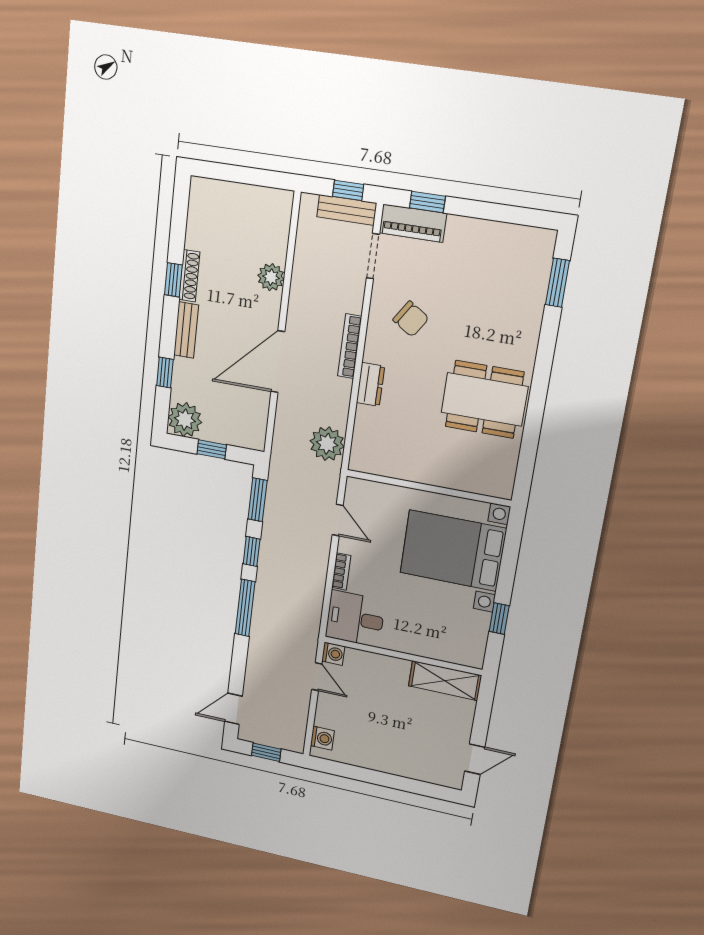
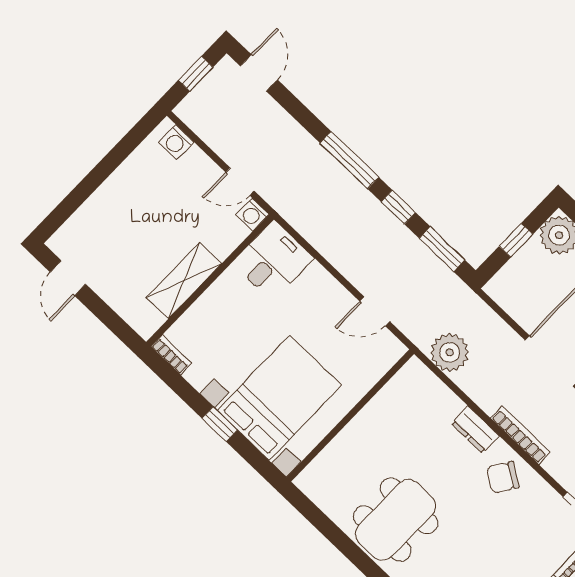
chair: (411, 319) -> (503, 477), moved
bookcase: (341, 571) -> (171, 355), moved, turned 180
window: (499, 619) -> (220, 424), moved
shelving: (445, 681) -> (184, 281), moved

